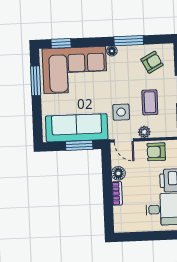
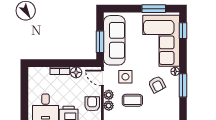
armchair: (152, 62) -> (157, 84), moved
plant: (158, 131) -> (109, 106), added
door: (124, 140) -> (102, 78), hinge flipped

